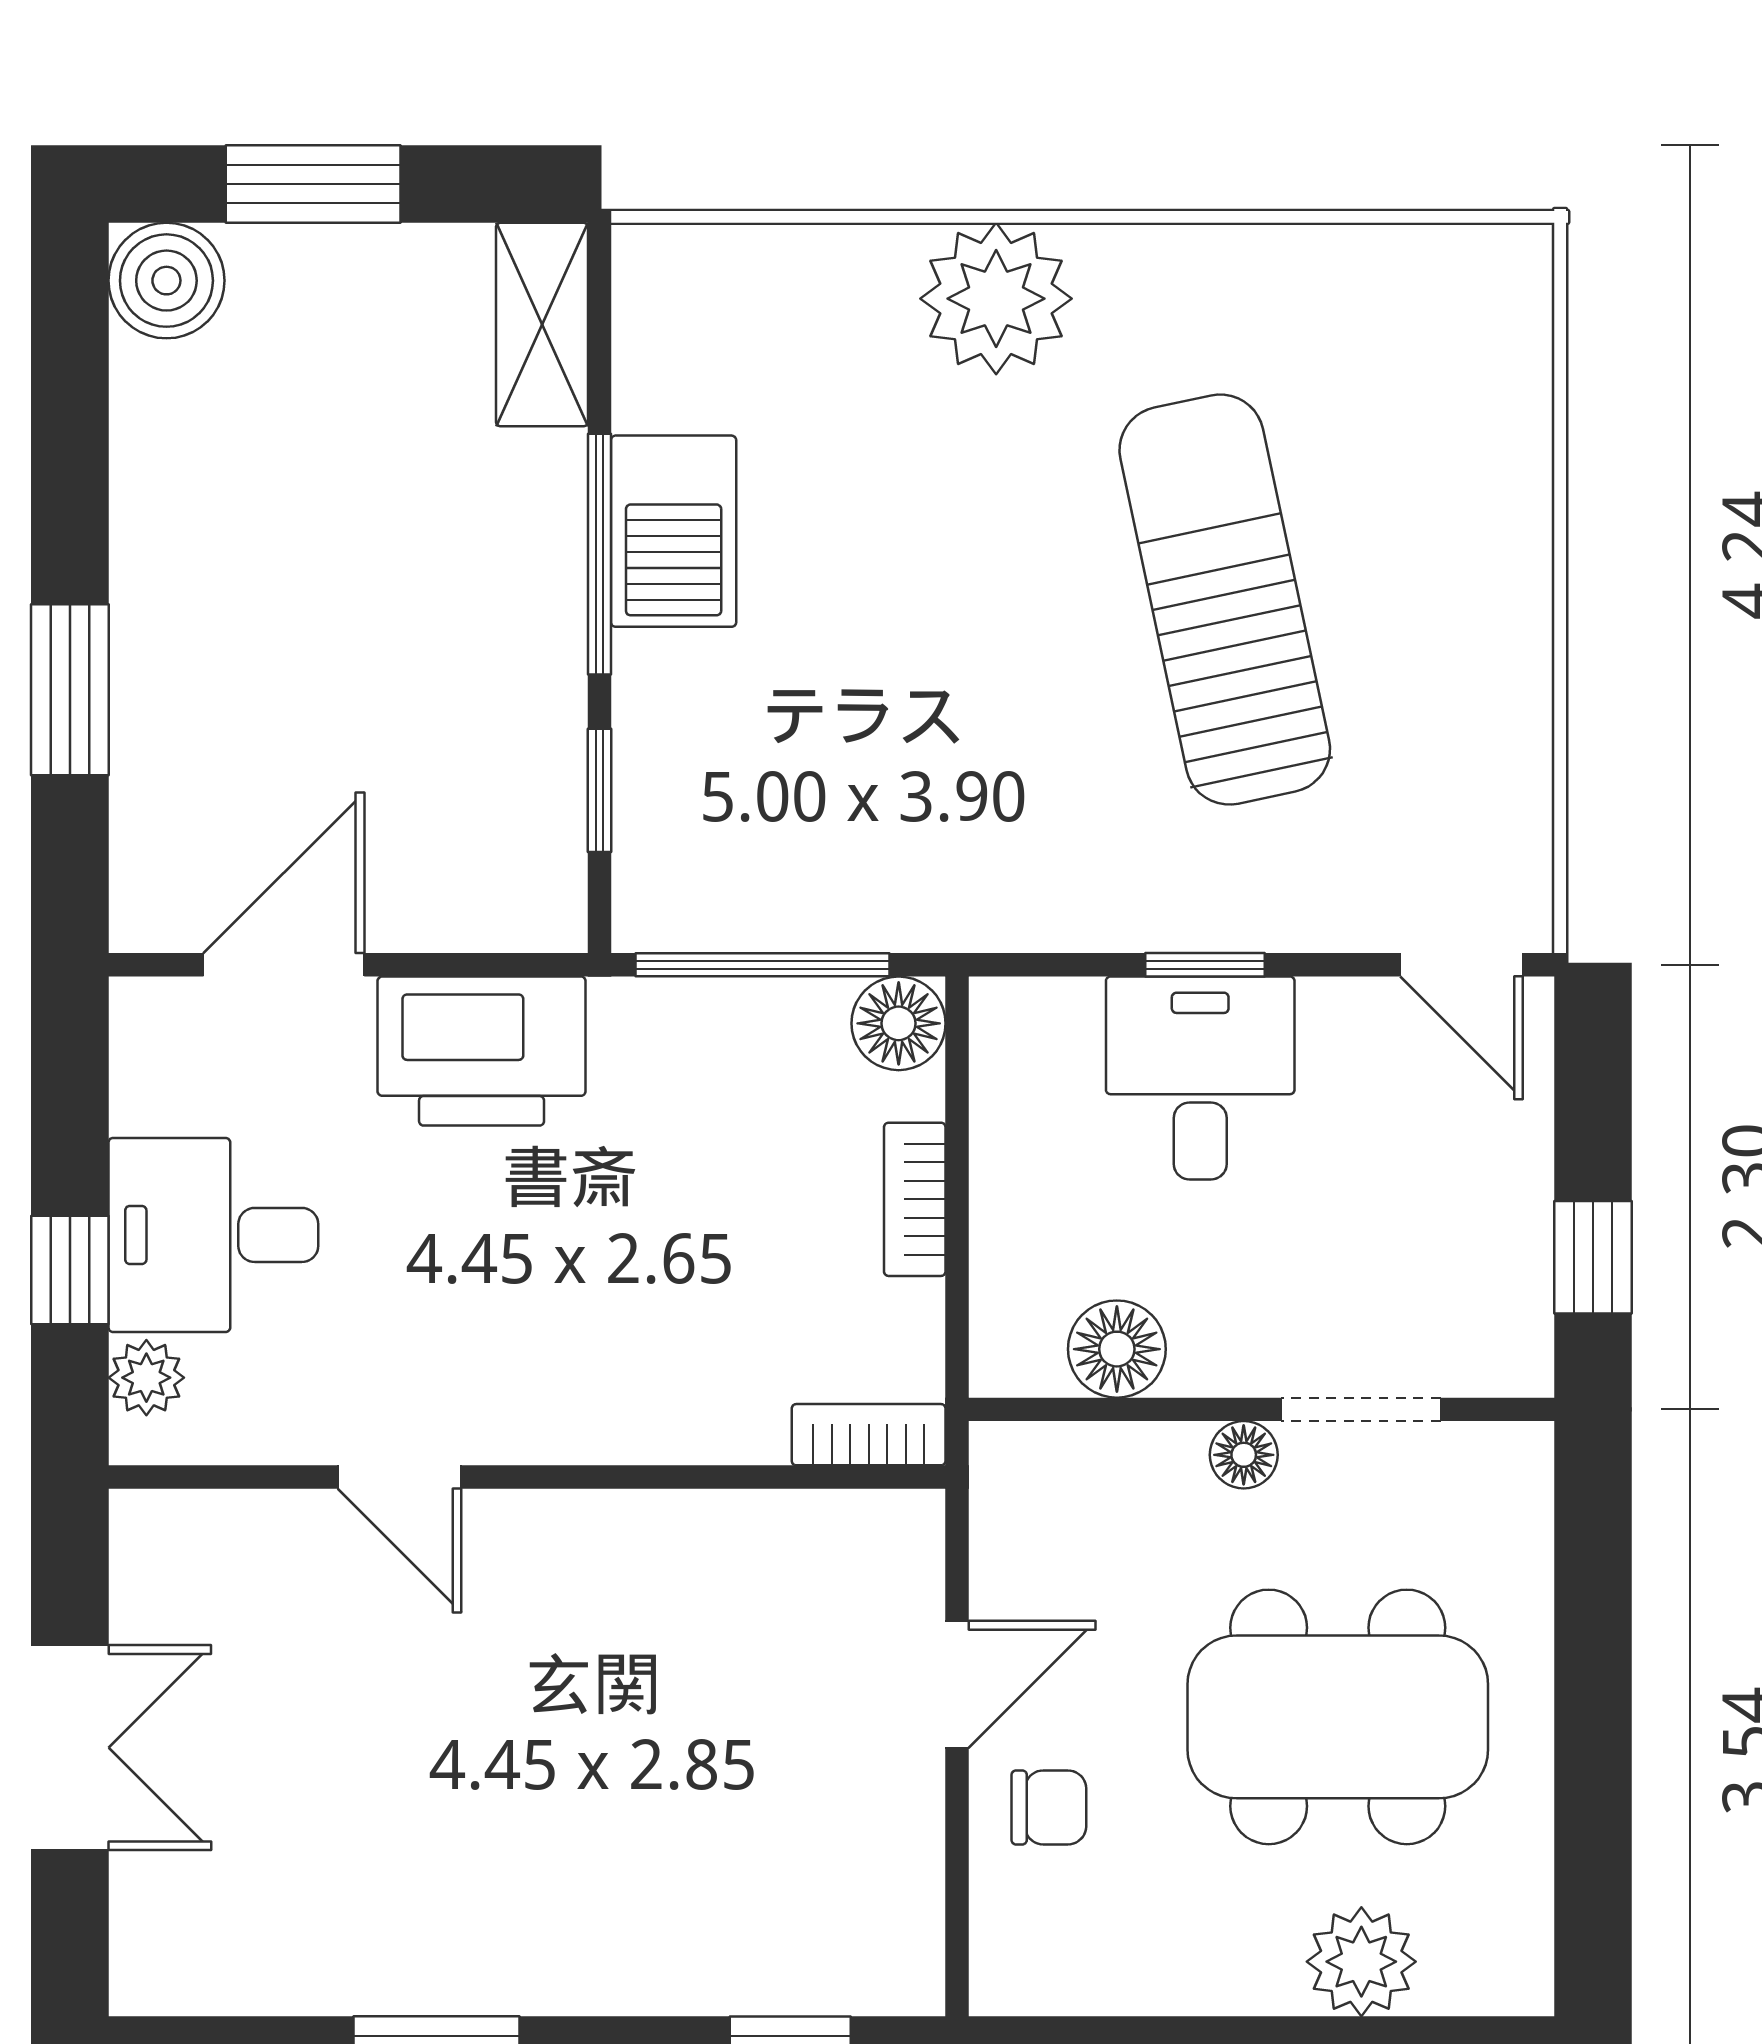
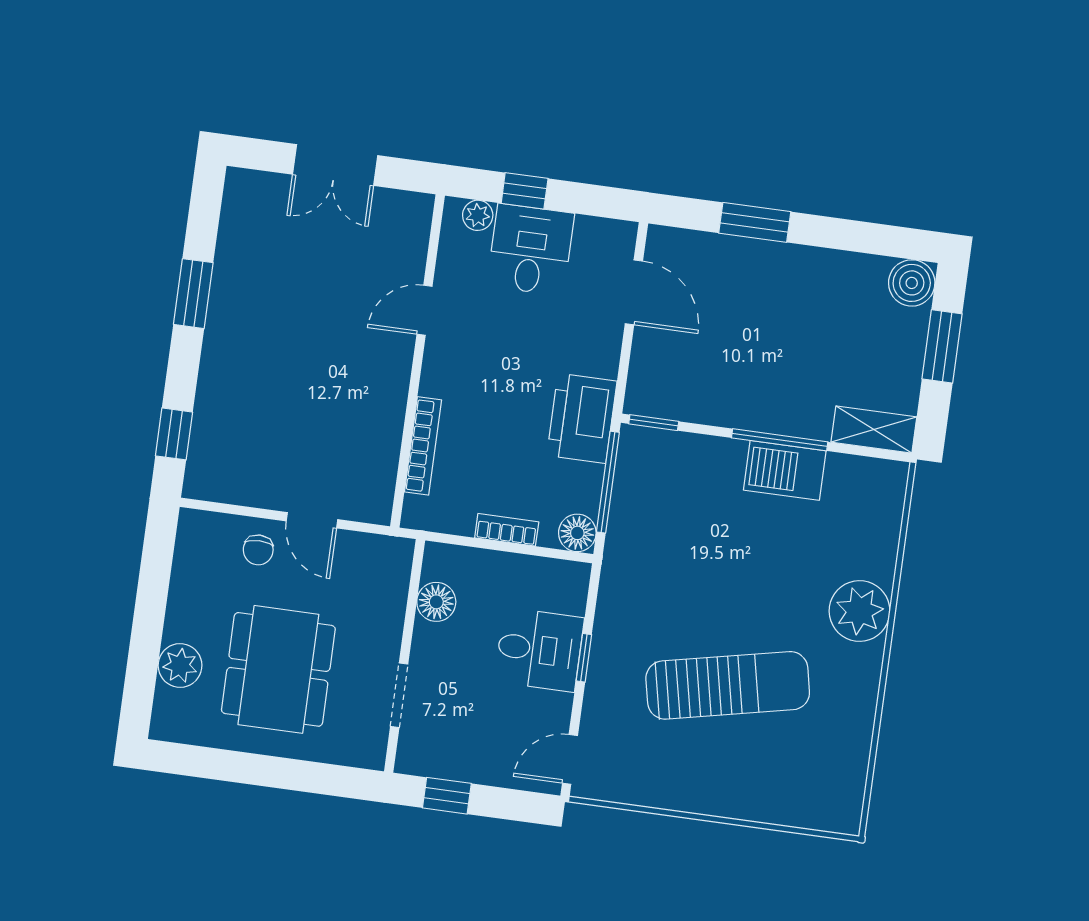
window: (599, 790) -> (654, 423), moved
printer: (482, 1051) -> (582, 418), moved
bookcase: (869, 1435) -> (423, 446), moved, width x1.56
floor lamp: (1244, 1455) -> (387, 646), removed

